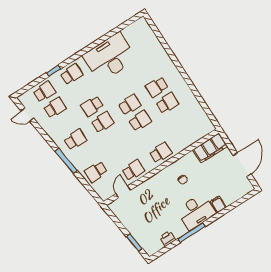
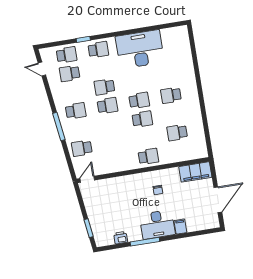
school desk: (167, 103) -> (177, 133), moved, turned 180
school desk: (55, 108) -> (70, 73), turned 180
school desk: (133, 170) -> (117, 162), removed
door: (123, 192) -> (87, 179), moved

